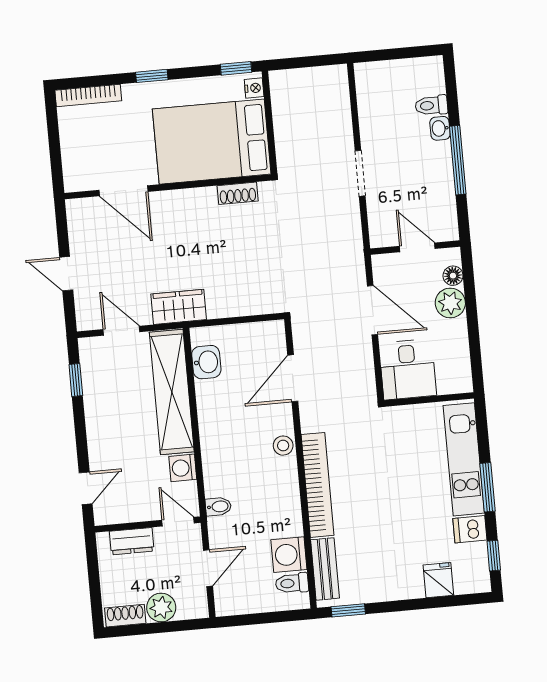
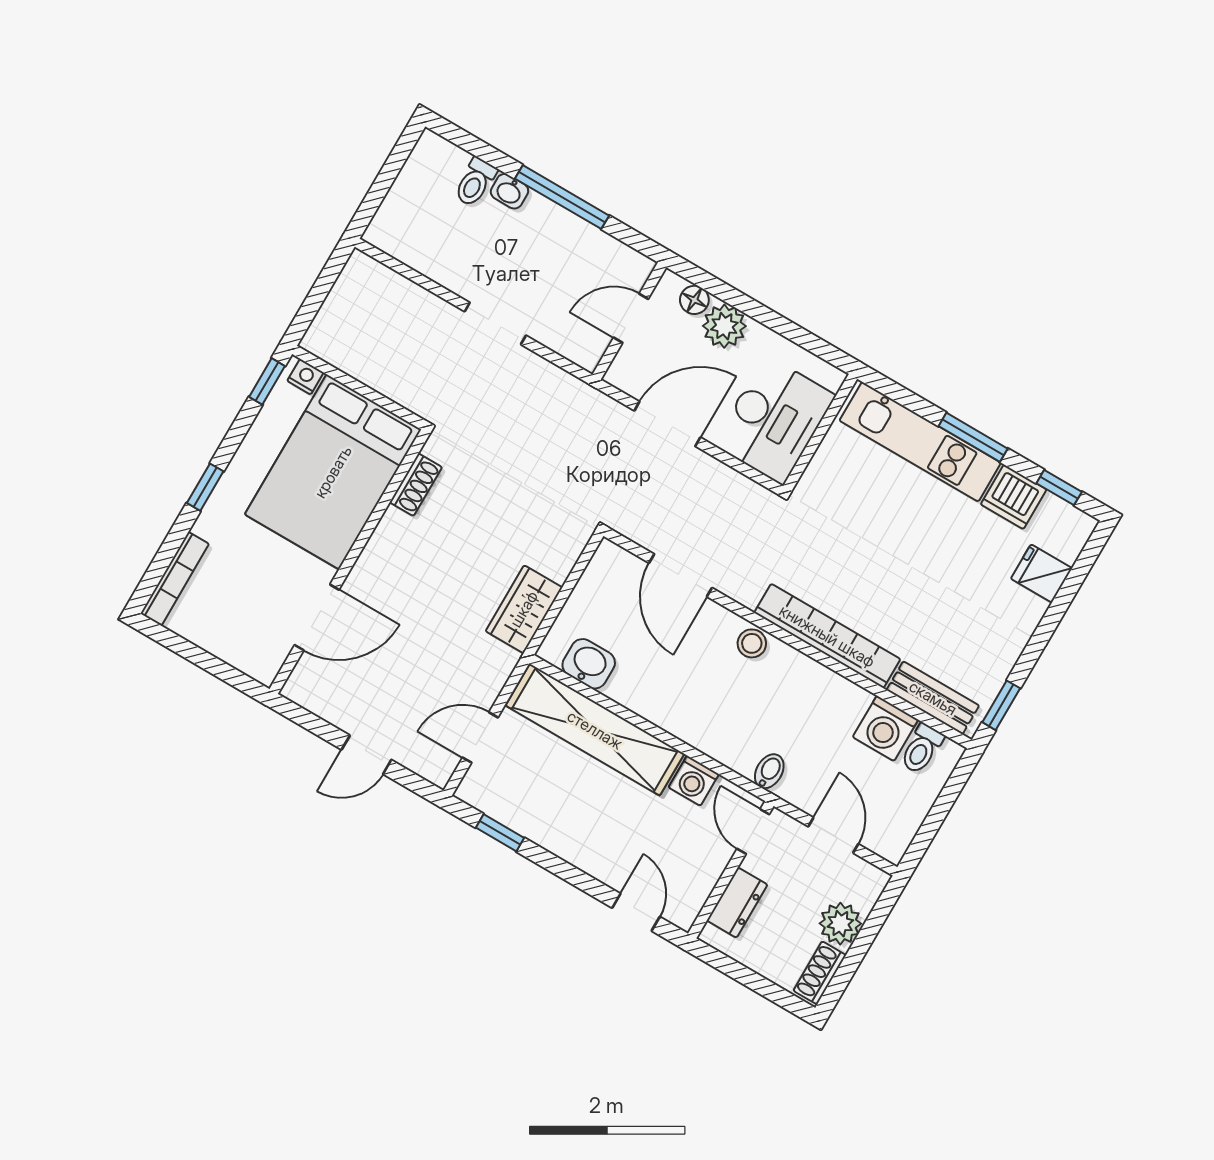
wardrobe: (179, 307) -> (524, 609), moved
desk: (408, 369) -> (774, 420), width x1.37
door: (178, 522) -> (753, 832), hinge flipped
dishwasher: (470, 529) -> (1014, 497), width x1.38

